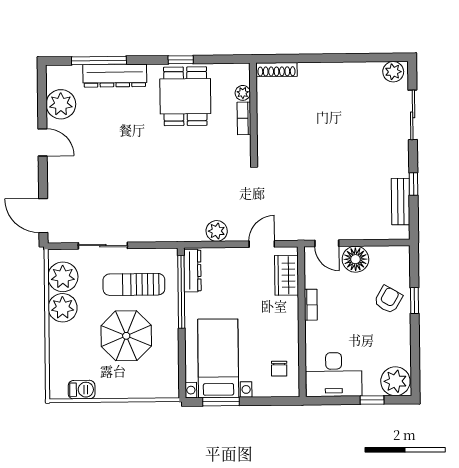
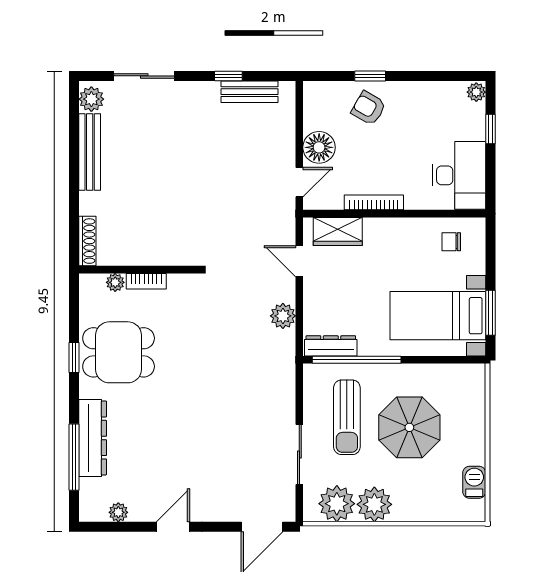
bench: (350, 71) -> (90, 152), added
plant: (61, 104) -> (118, 512), width x0.53, depth x0.53
bookcase: (311, 305) -> (374, 202), width x1.56
chair: (279, 369) -> (451, 242), turned 180
plant: (395, 381) -> (476, 92), width x0.53, depth x0.53

